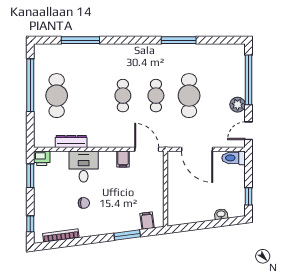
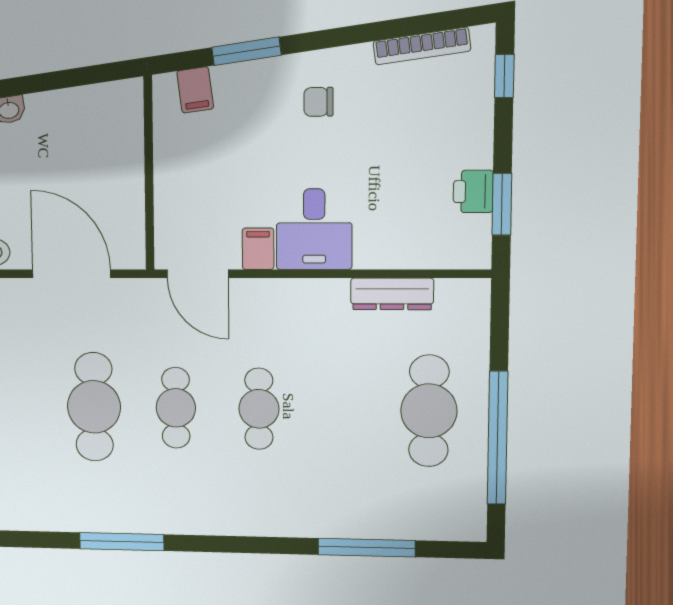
printer: (42, 158) -> (473, 191), moved, turned -90
desk: (84, 167) -> (314, 229), moved
chair: (84, 203) -> (319, 102), moved

